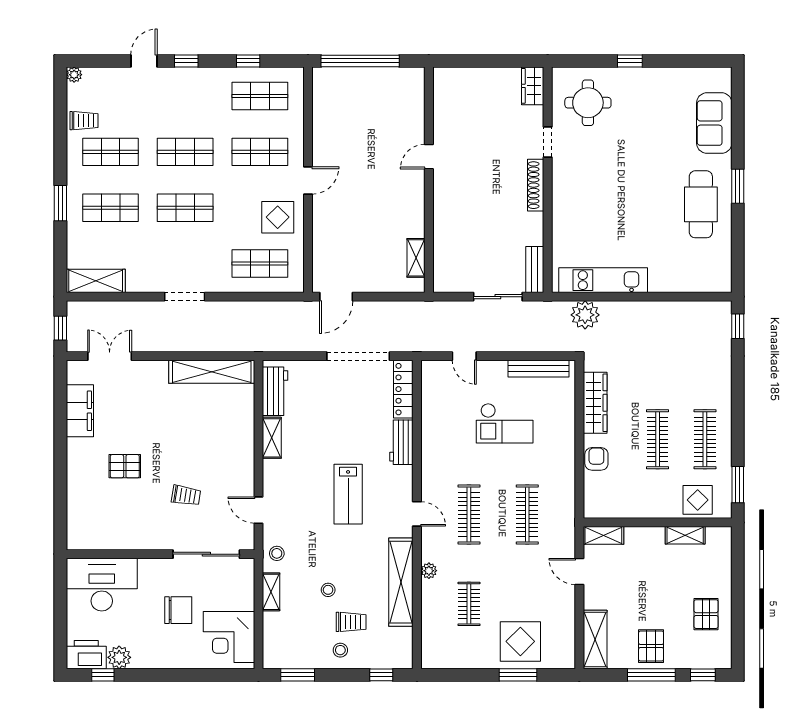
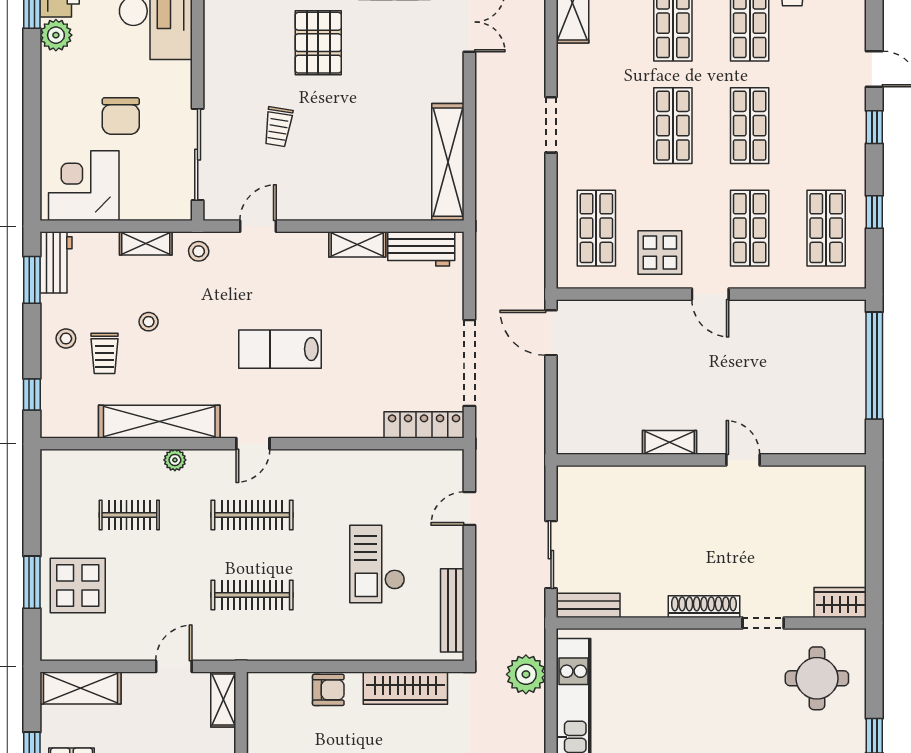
shelving: (416, 258) -> (670, 442), moved
workbench: (401, 442) -> (56, 262), moved, turned 90
pallet: (125, 466) -> (318, 43), width x1.50, depth x1.42

